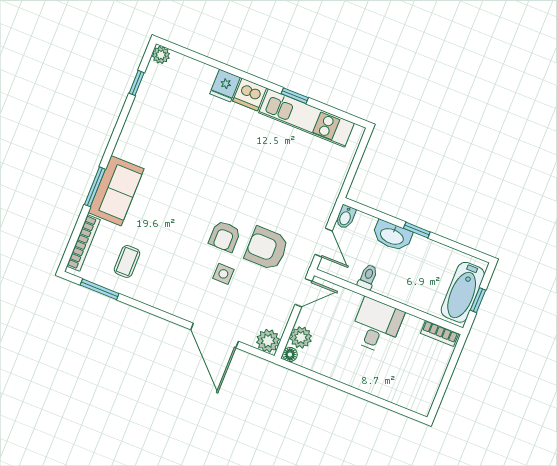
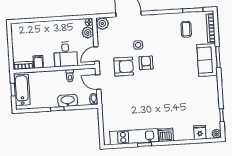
fridge: (225, 86) -> (200, 132), moved
desk: (376, 326) -> (66, 54), moved
filing cabinet: (411, 327) -> (38, 62), added

